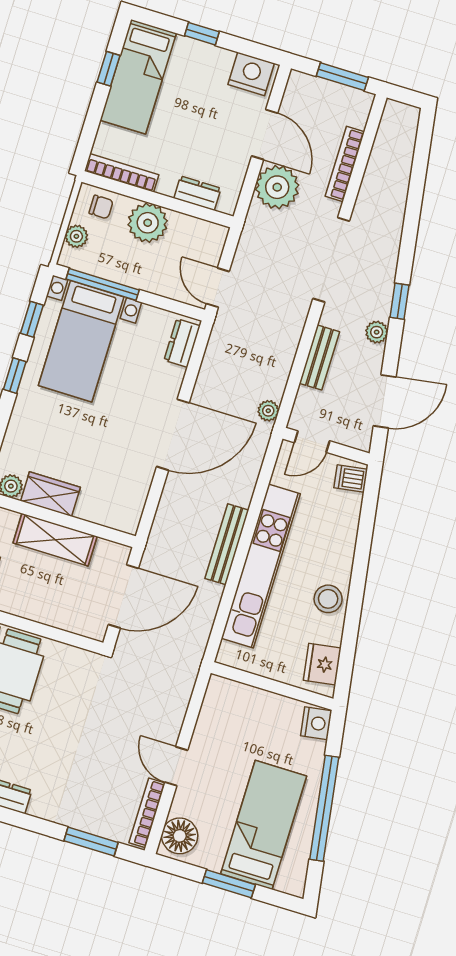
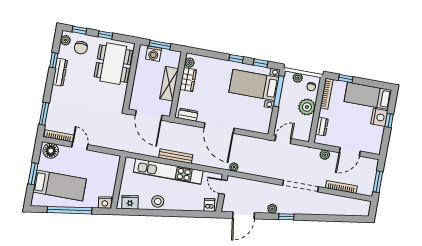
window: (109, 69) -> (346, 79), moved
nightstand: (251, 74) -> (379, 117), moved
plant: (277, 187) -> (325, 155), width x0.53, depth x0.53
dresser: (182, 343) -> (188, 115), moved
bench: (319, 357) -> (259, 186), removed
door: (385, 401) -> (244, 215), hinge flipped
door: (176, 766) -> (80, 146), hinge flipped

